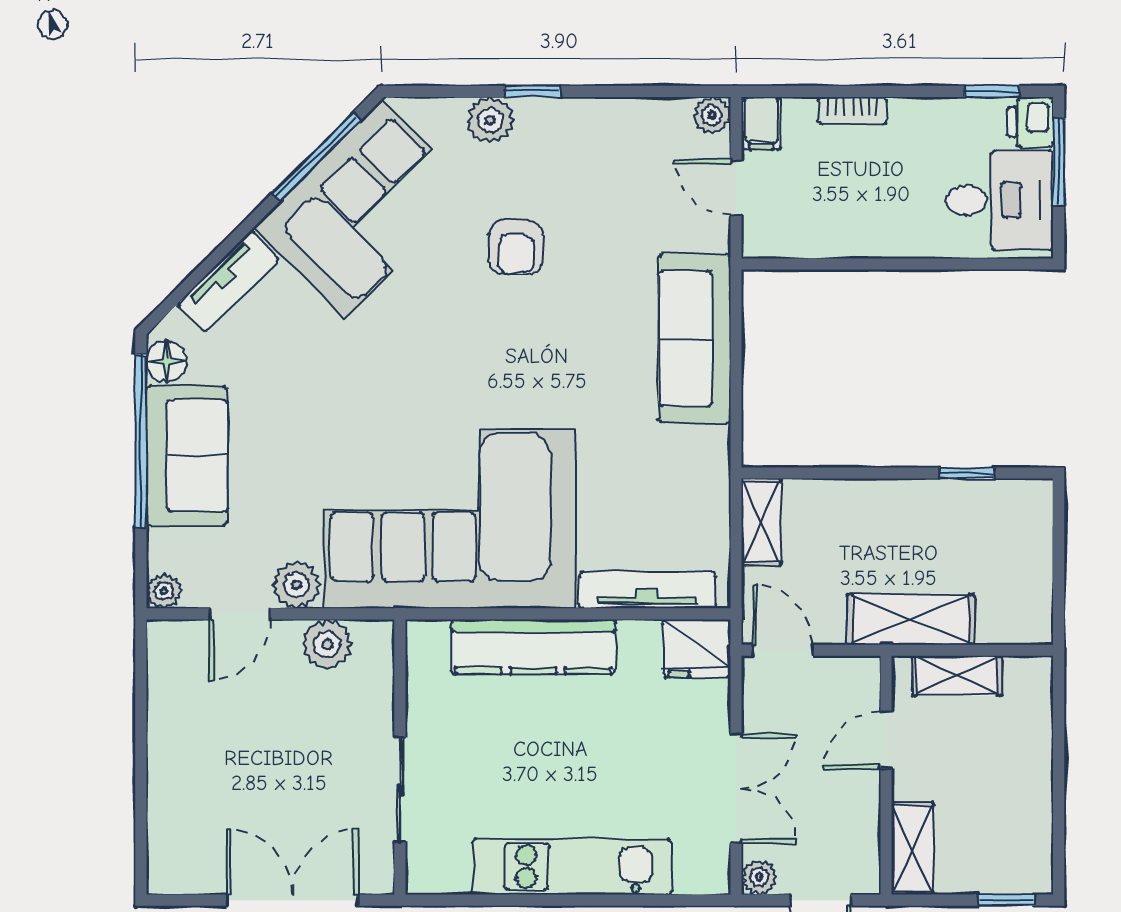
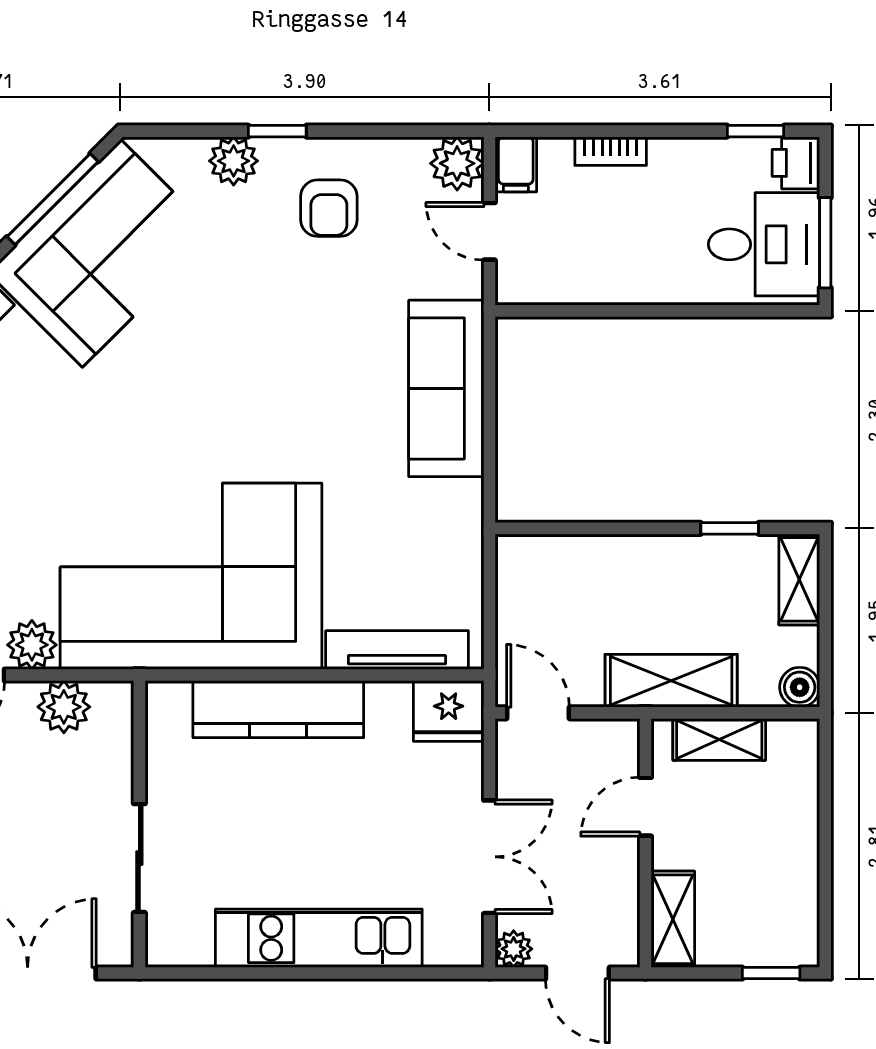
plant: (712, 115) -> (457, 163), width x1.38, depth x1.38
window: (1059, 162) -> (825, 243), moved
armchair: (516, 248) -> (329, 208), moved
shelving: (761, 522) -> (799, 579), moved
boiler: (1034, 626) -> (800, 687), added

